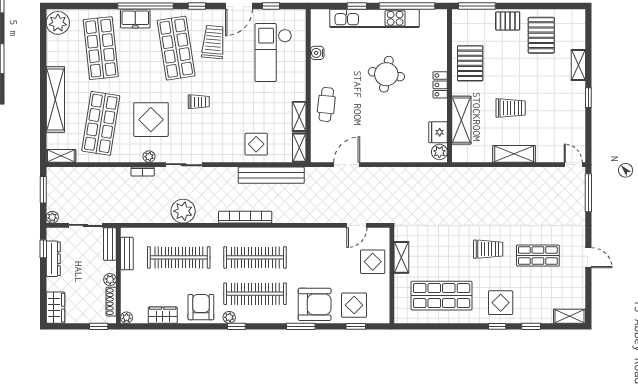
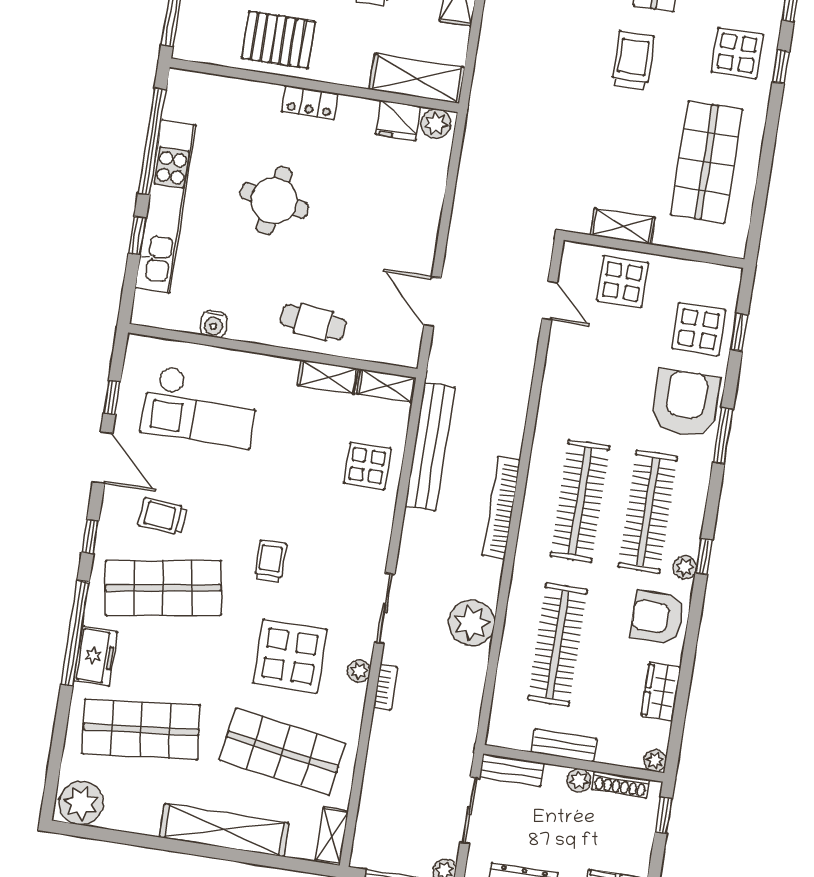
trolley: (213, 42) -> (163, 516), width x0.73, depth x0.72
shelving: (461, 120) -> (417, 78), moved
bench: (127, 254) -> (564, 745), moved

